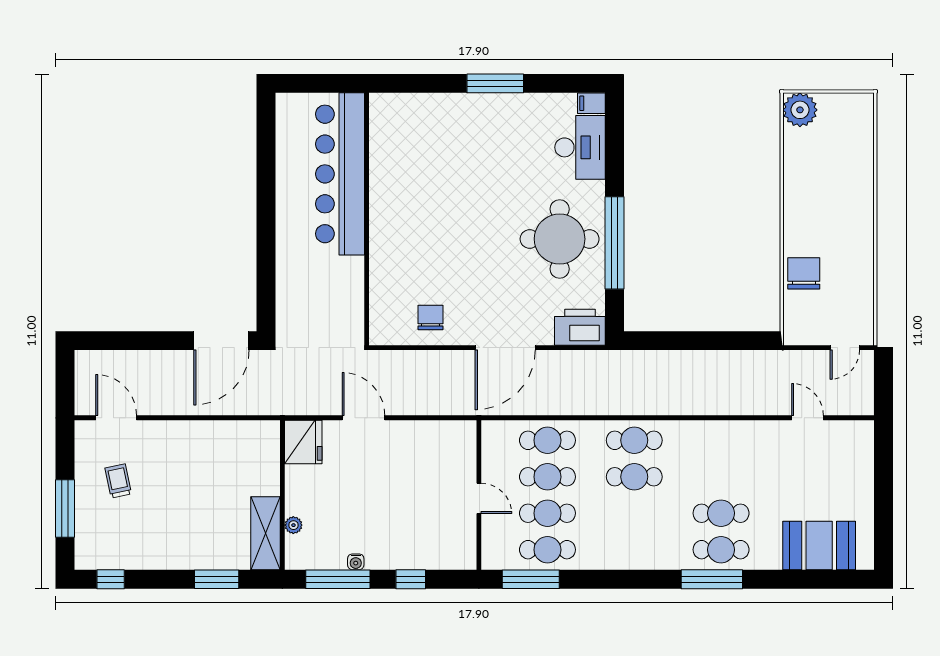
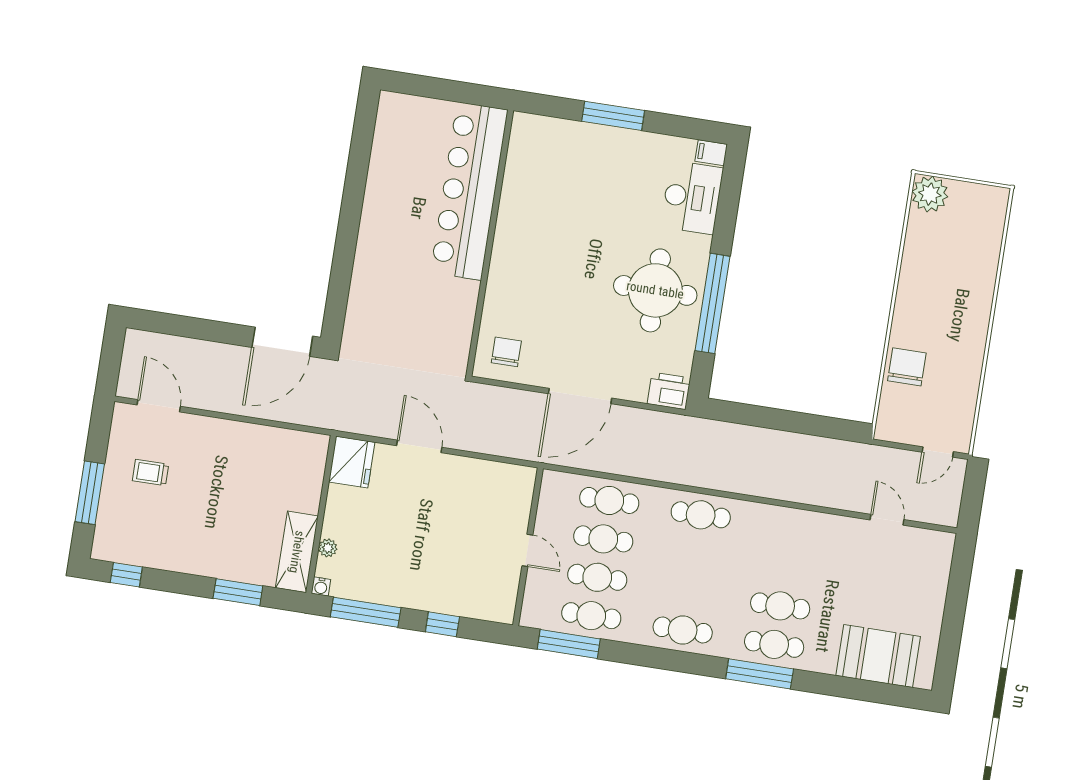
bar counter: (340, 174) -> (469, 191), moved
wall: (367, 219) -> (490, 243), moved
printer: (580, 327) -> (669, 391), width x0.73, depth x0.84
cafe table: (634, 477) -> (683, 630), moved
trolley: (118, 481) -> (150, 472), turned -78
water cooler: (356, 562) -> (321, 586), moved

